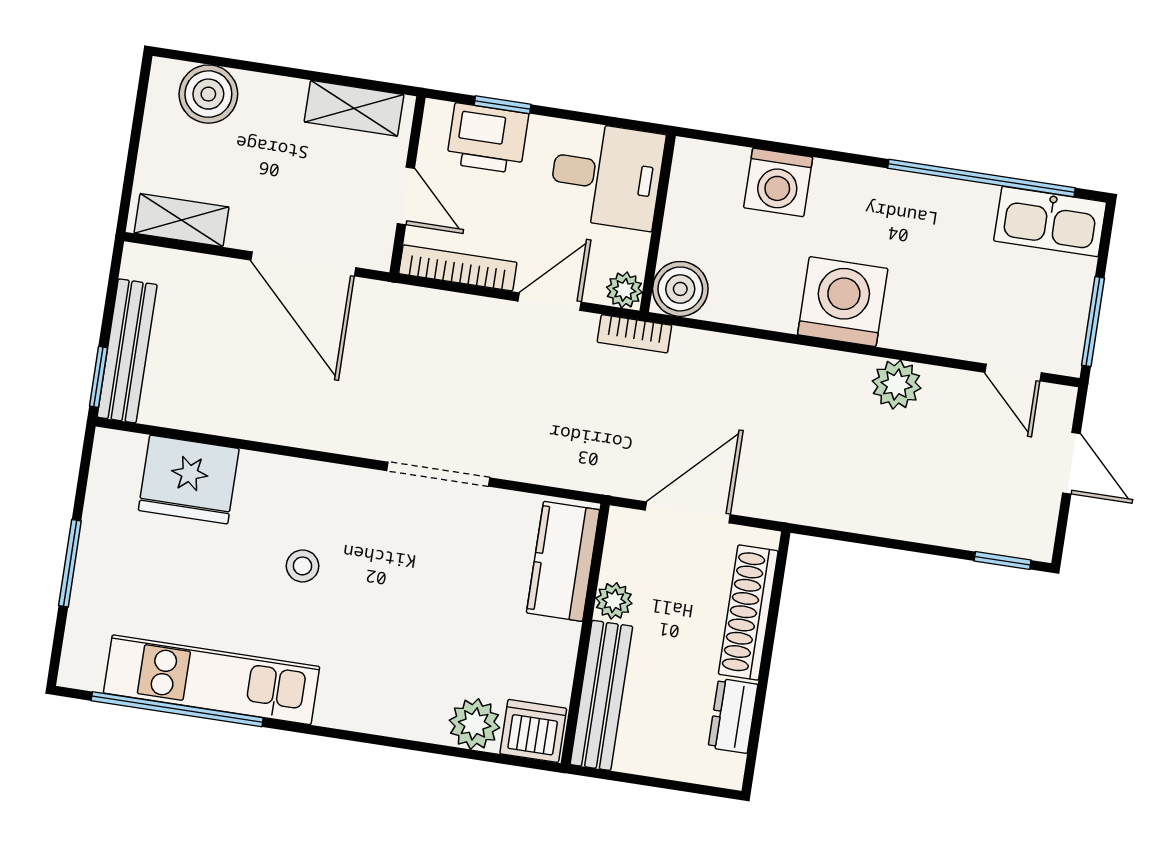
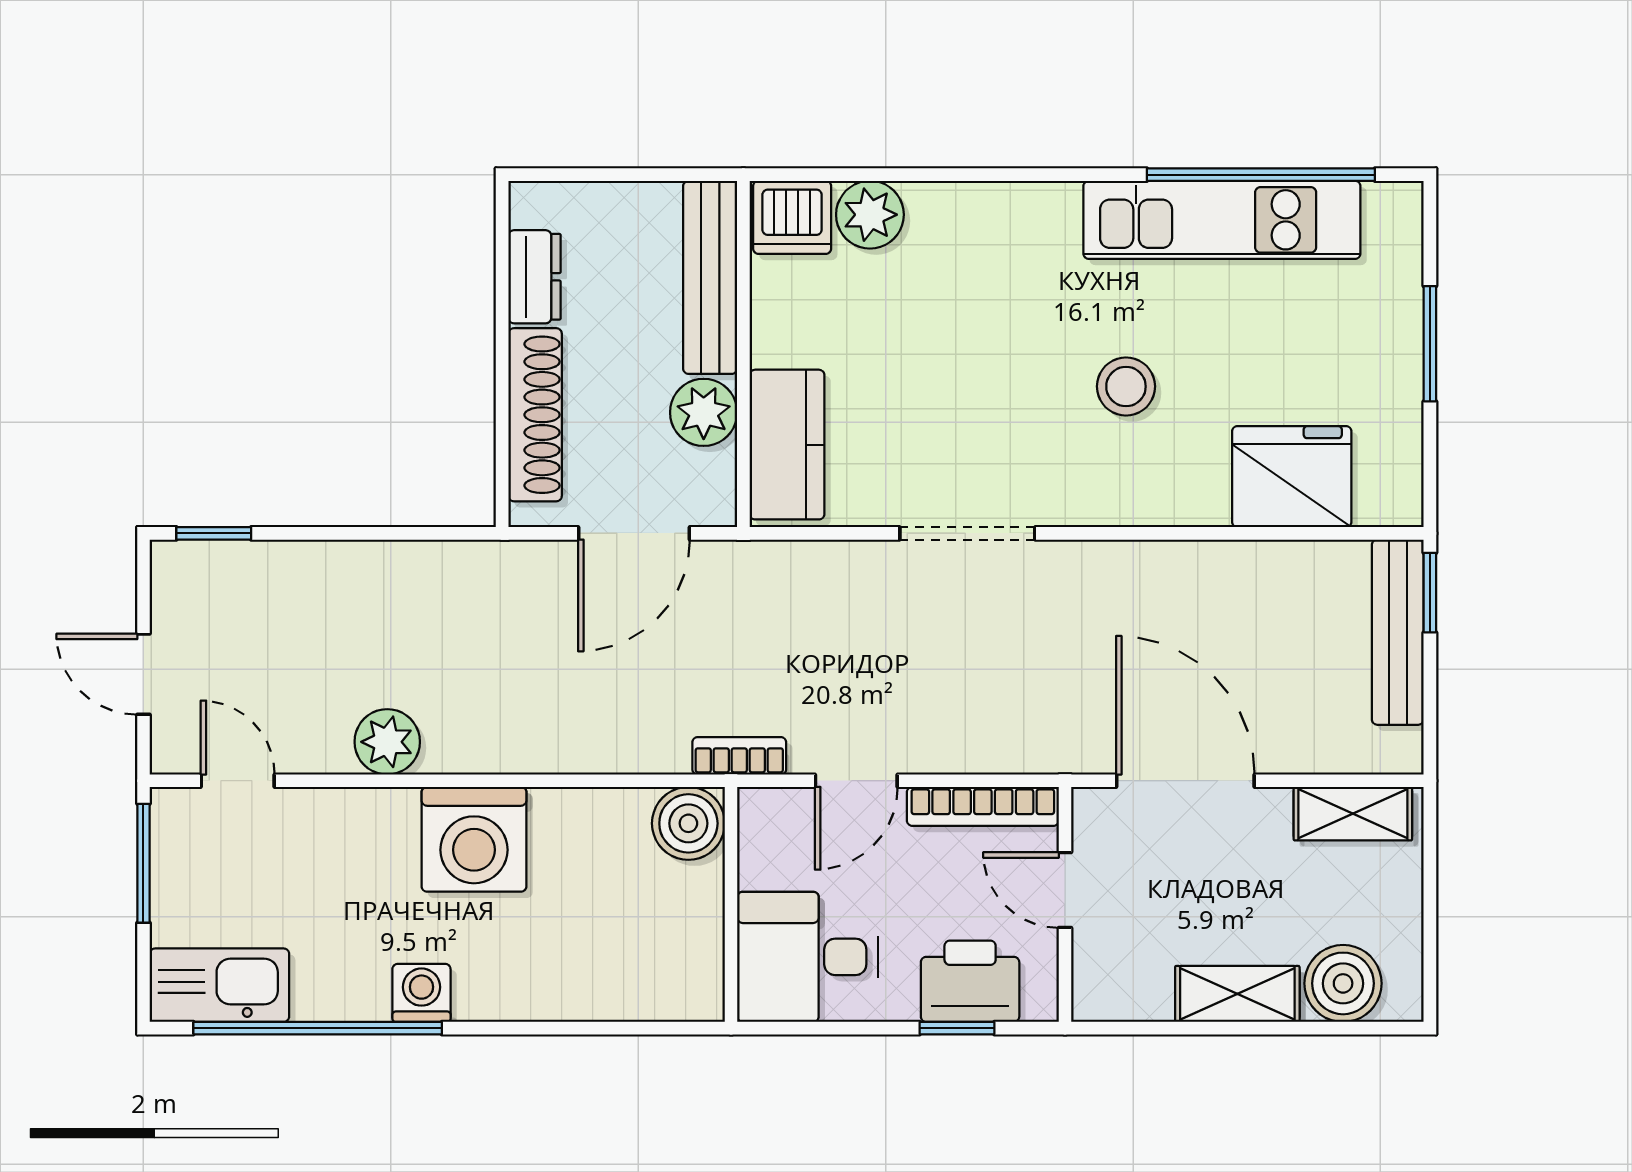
shelving: (354, 108) -> (1237, 994), moved
washing machine: (778, 182) -> (421, 993), moved, width x0.73, depth x0.73
plant: (624, 290) -> (761, 811), removed
stool: (303, 566) -> (1126, 386), width x1.37, depth x1.37
plant: (614, 601) -> (704, 412), width x1.38, depth x1.38

